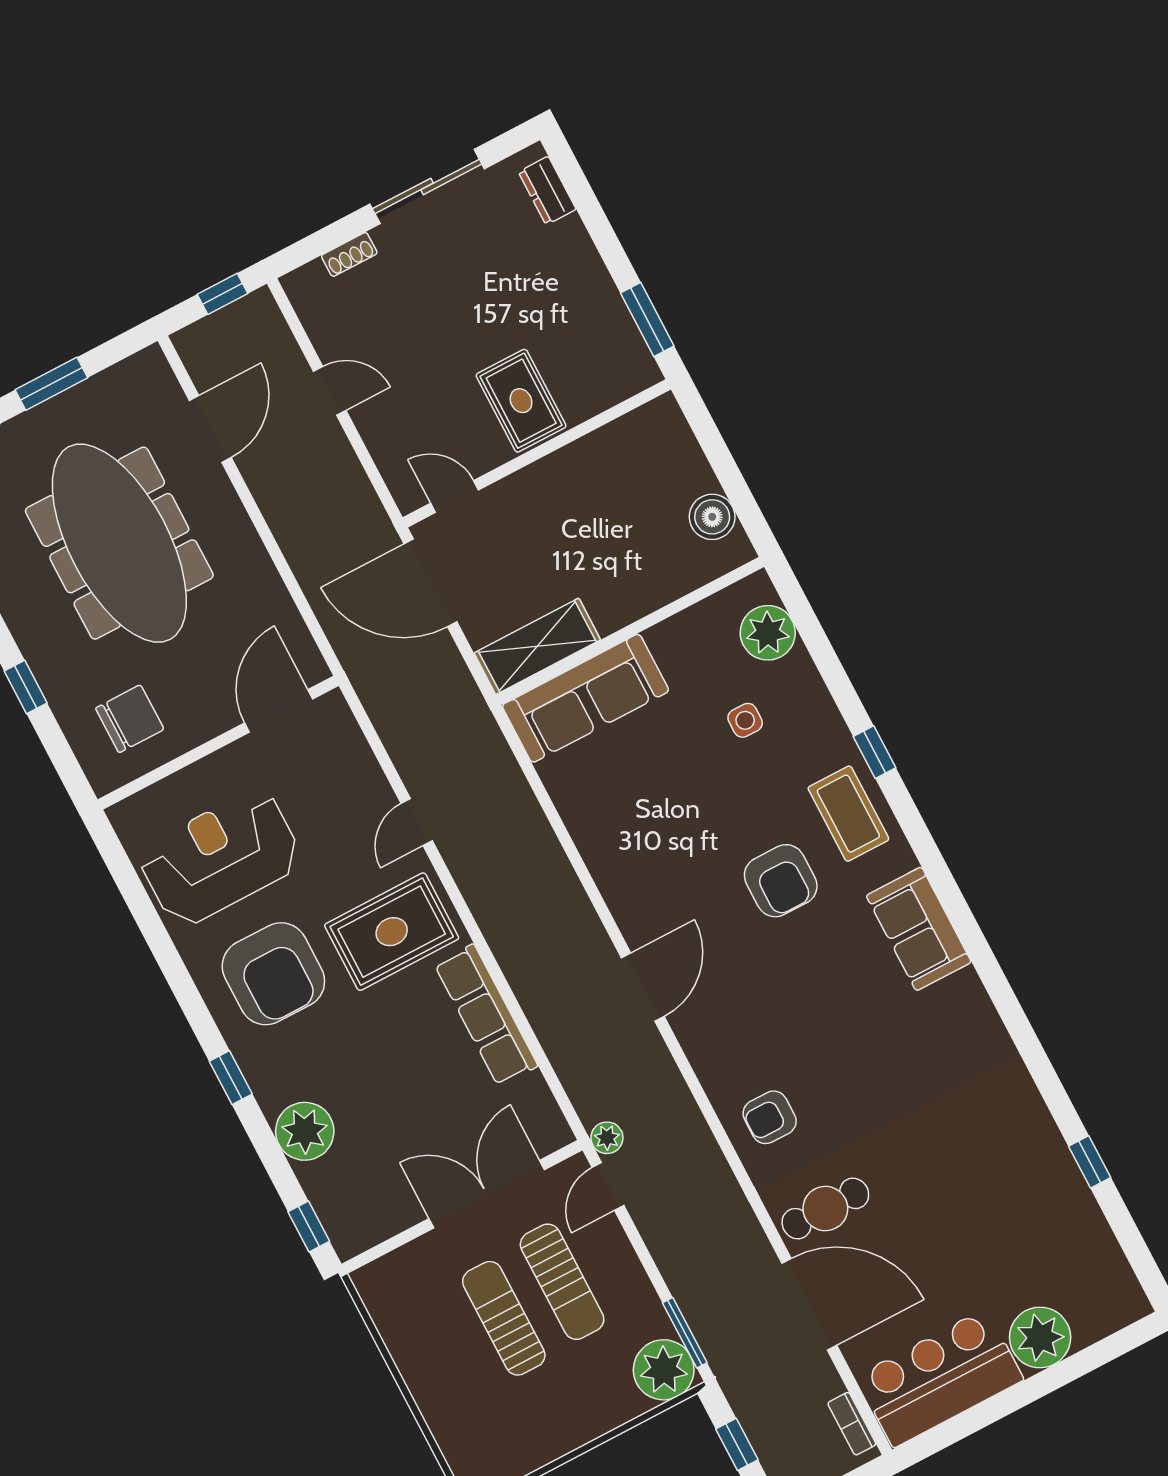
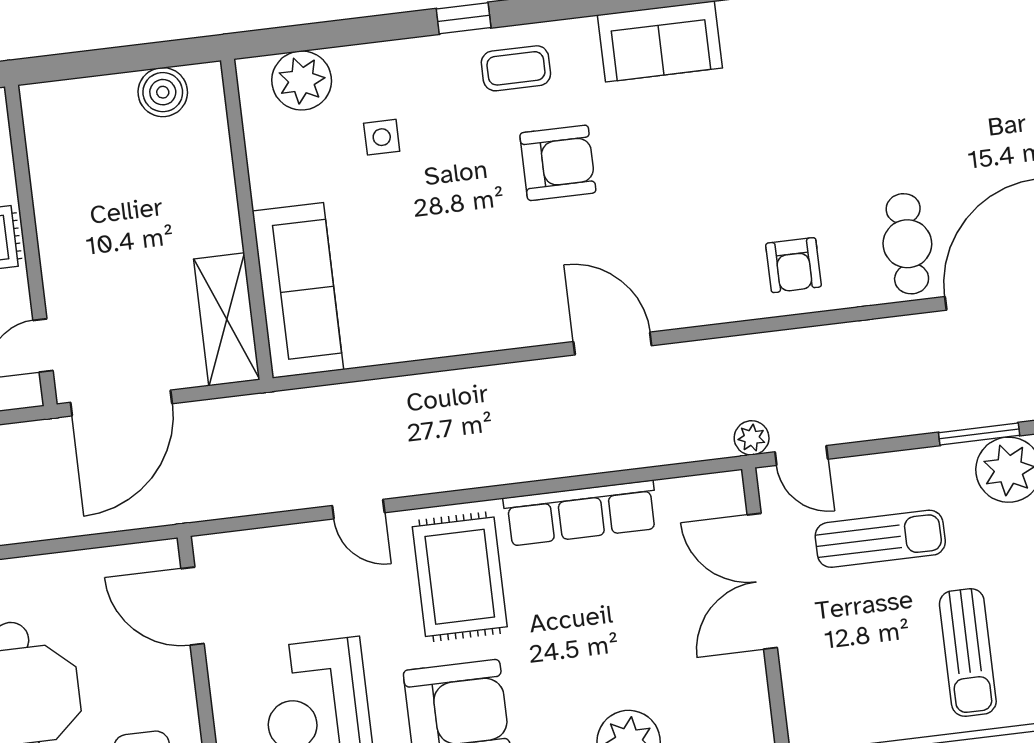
coffee table: (848, 814) -> (516, 68), width x0.73, depth x0.77
sun lounger: (504, 1318) -> (968, 652), moved, turned -90

